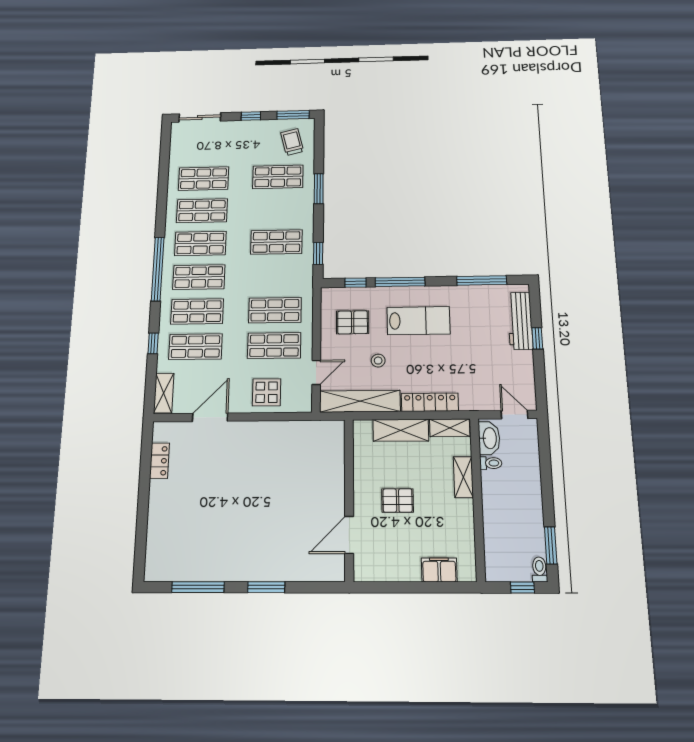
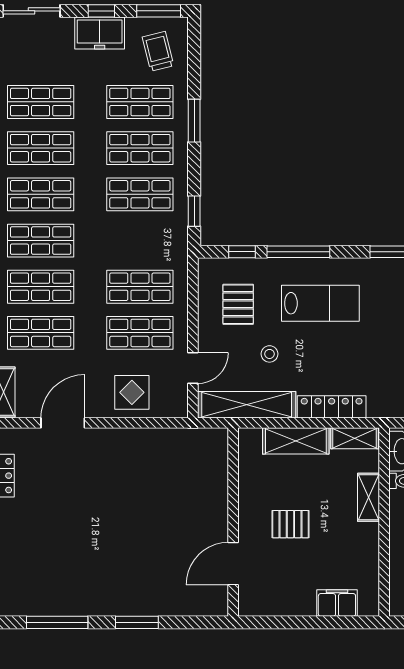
freezer: (249, 131) -> (100, 33), added
shop shelf: (277, 209) -> (140, 148), added
pallet: (353, 322) -> (238, 304), turned 90

